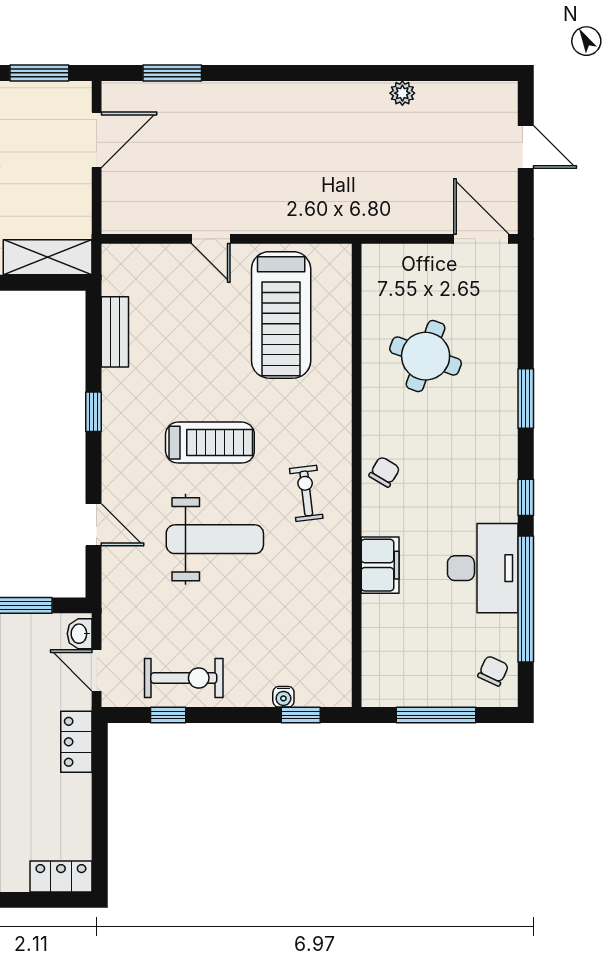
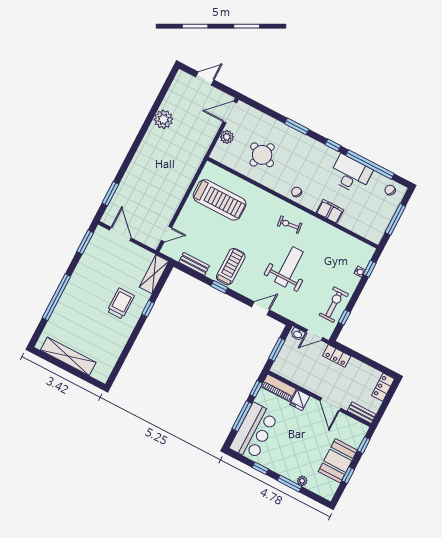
plant: (402, 93) -> (163, 119), width x1.88, depth x1.88
door: (211, 239) -> (167, 234), moved
plant: (425, 260) -> (227, 137), added
treadmill: (210, 443) -> (231, 267), moved

